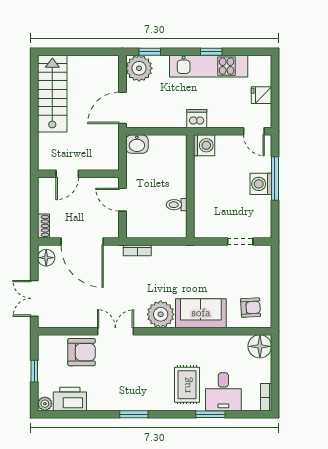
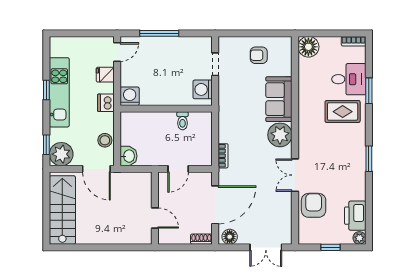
stairs: (52, 94) -> (62, 210), moved, turned 90
fridge: (261, 95) -> (105, 75), moved, turned 90
stool: (155, 117) -> (105, 140), added
washing machine: (261, 184) -> (203, 89), moved, turned 90
armchair: (251, 308) -> (259, 55), moved, turned -87

